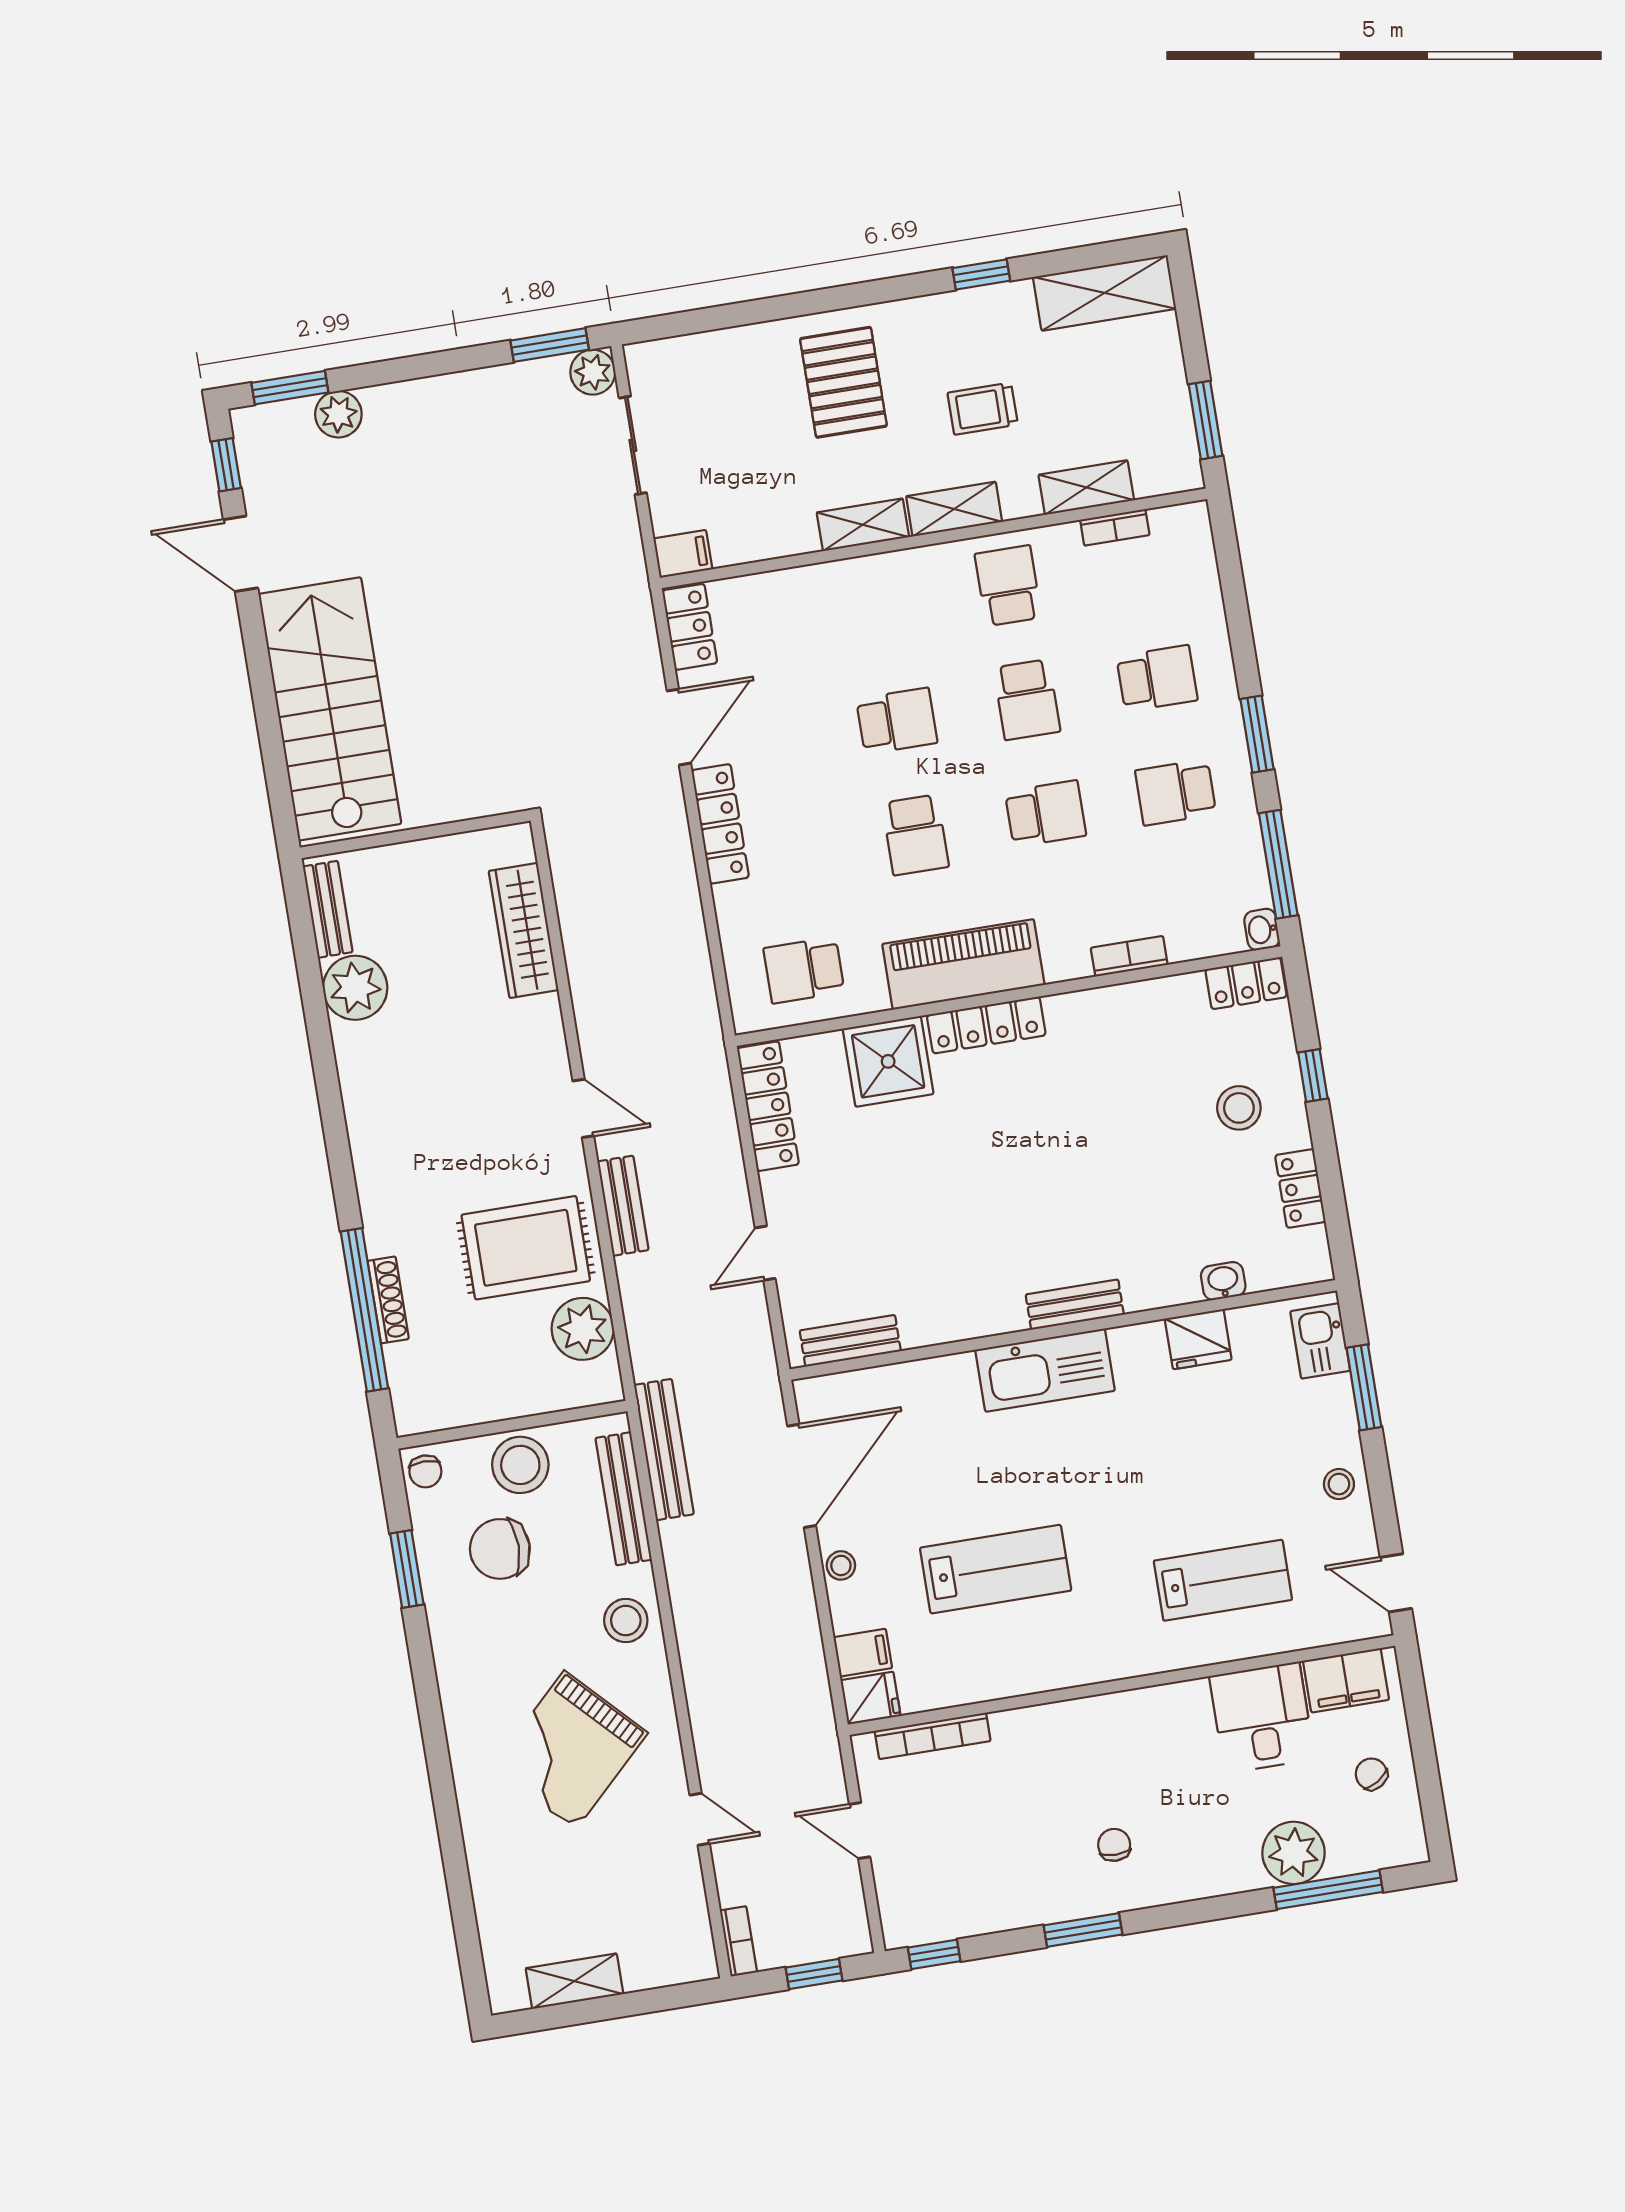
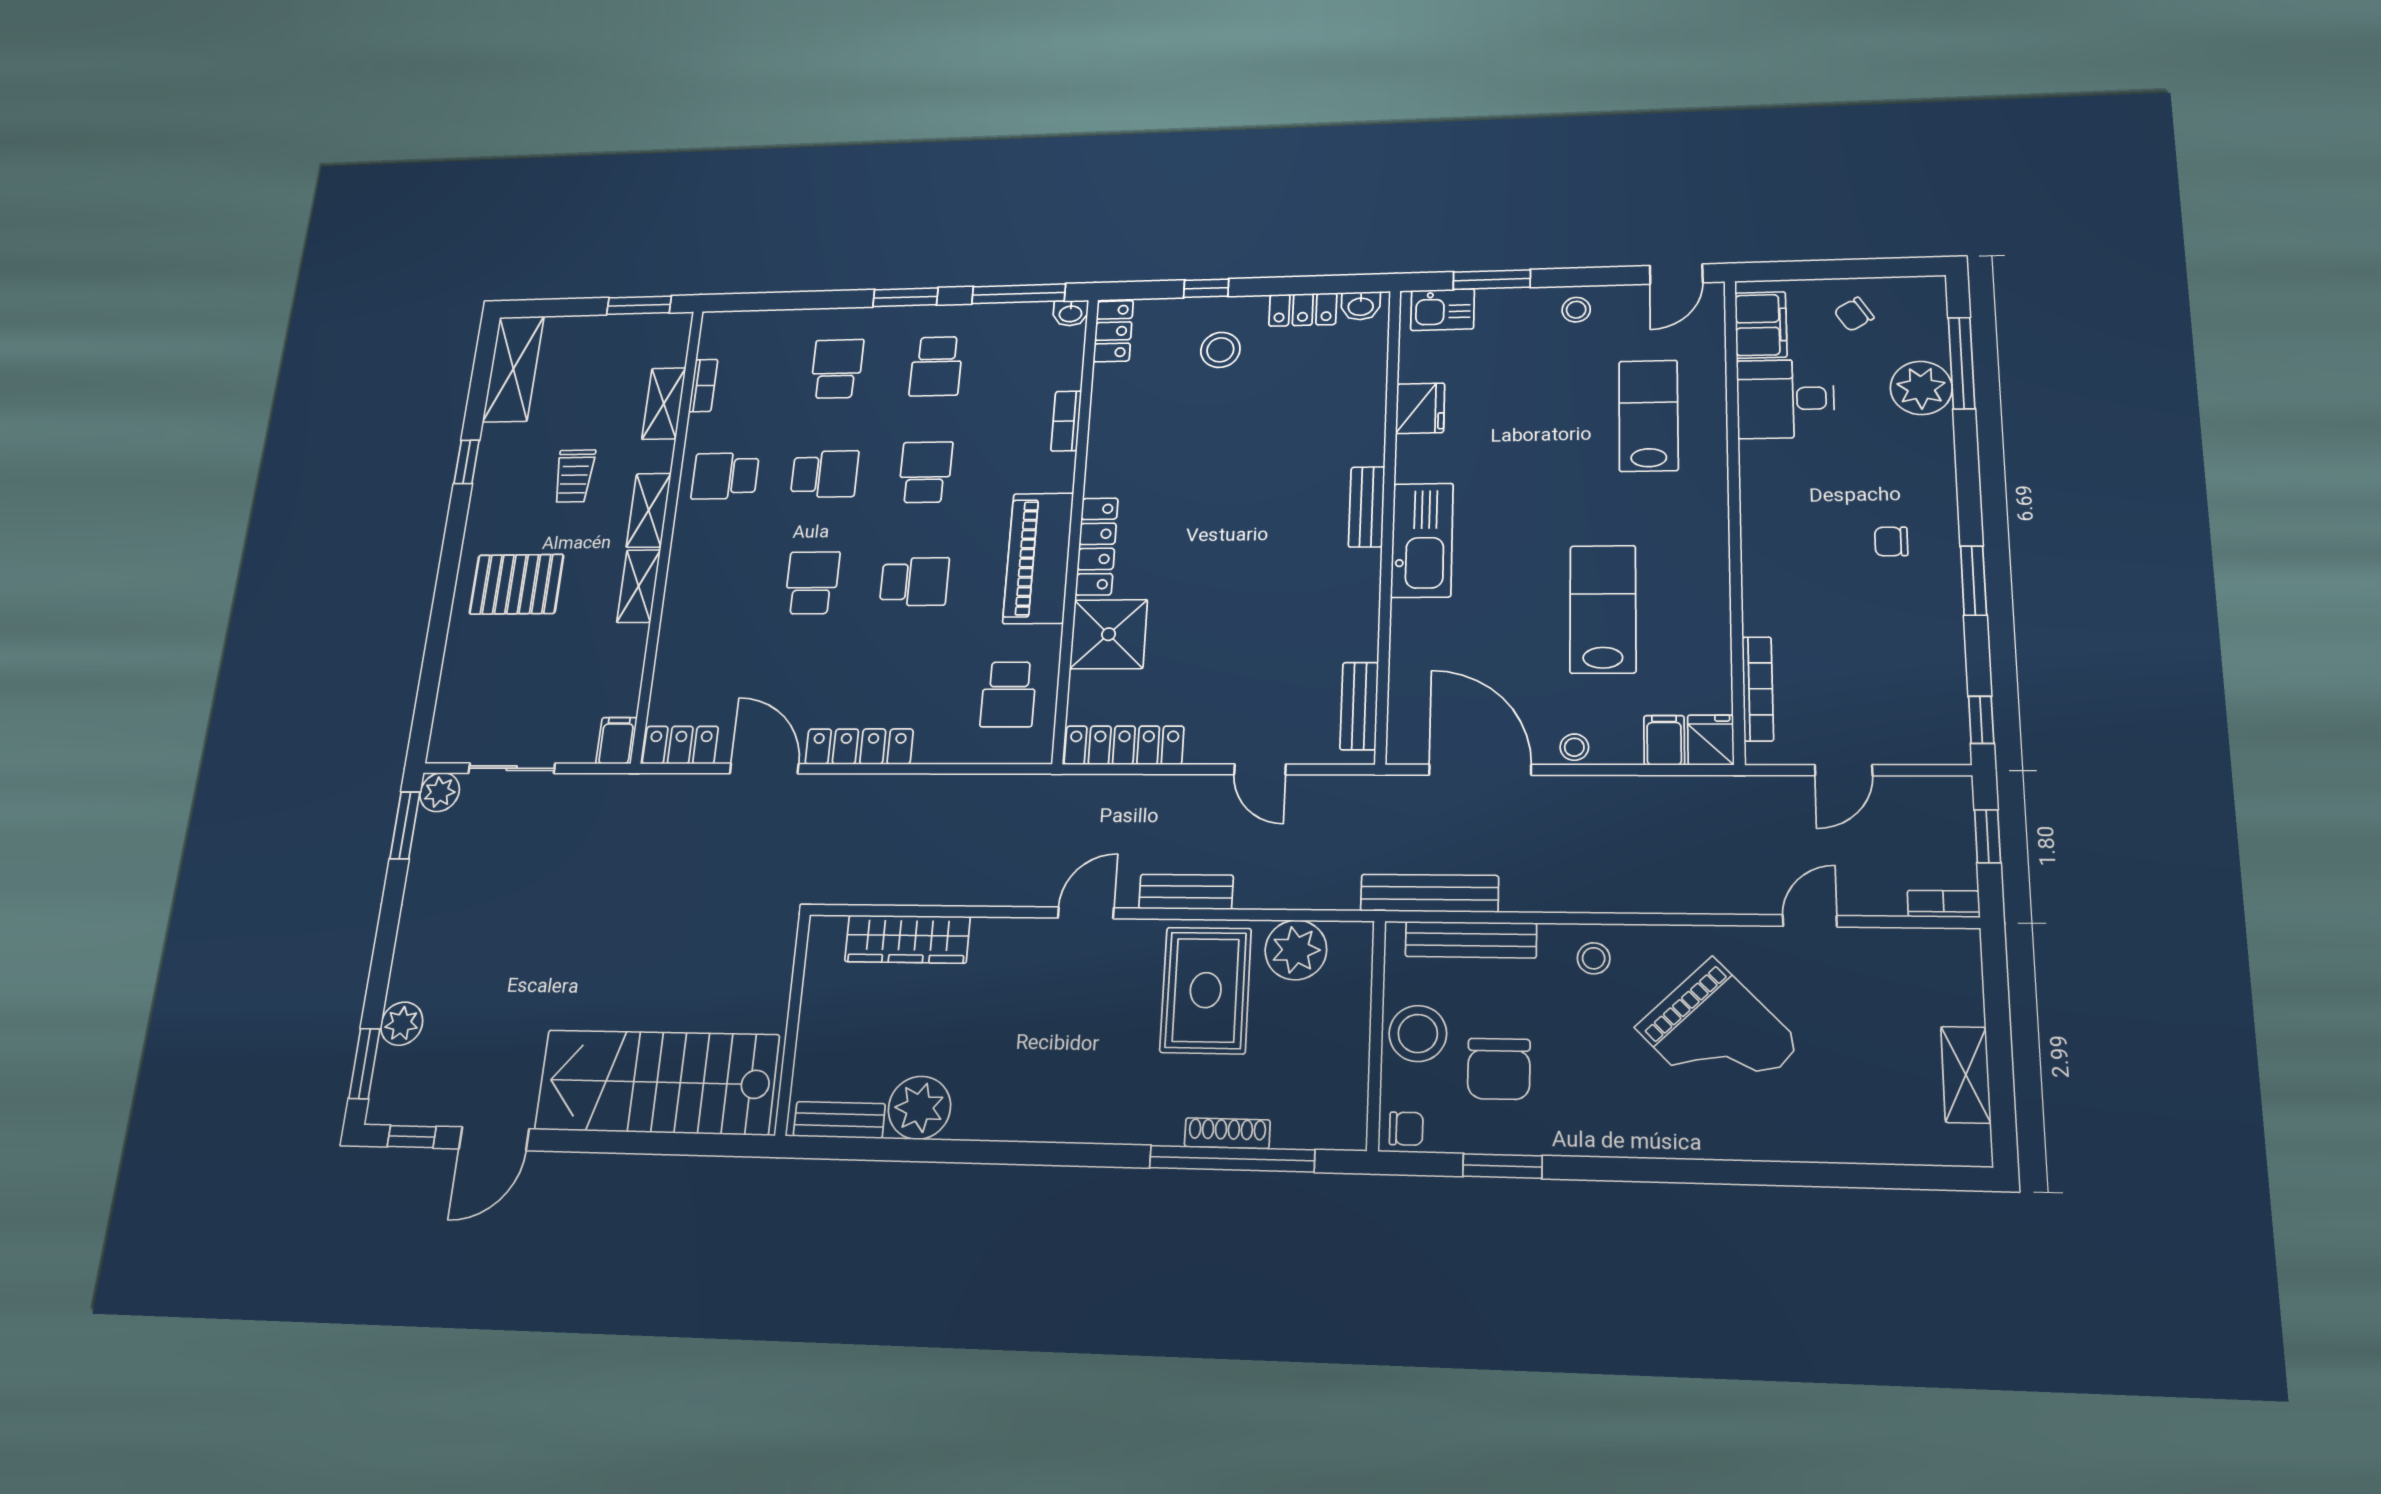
washbasin: (1223, 1281) -> (1361, 306), moved, turned -90
stool: (626, 1621) -> (1594, 958), width x0.73, depth x0.73

